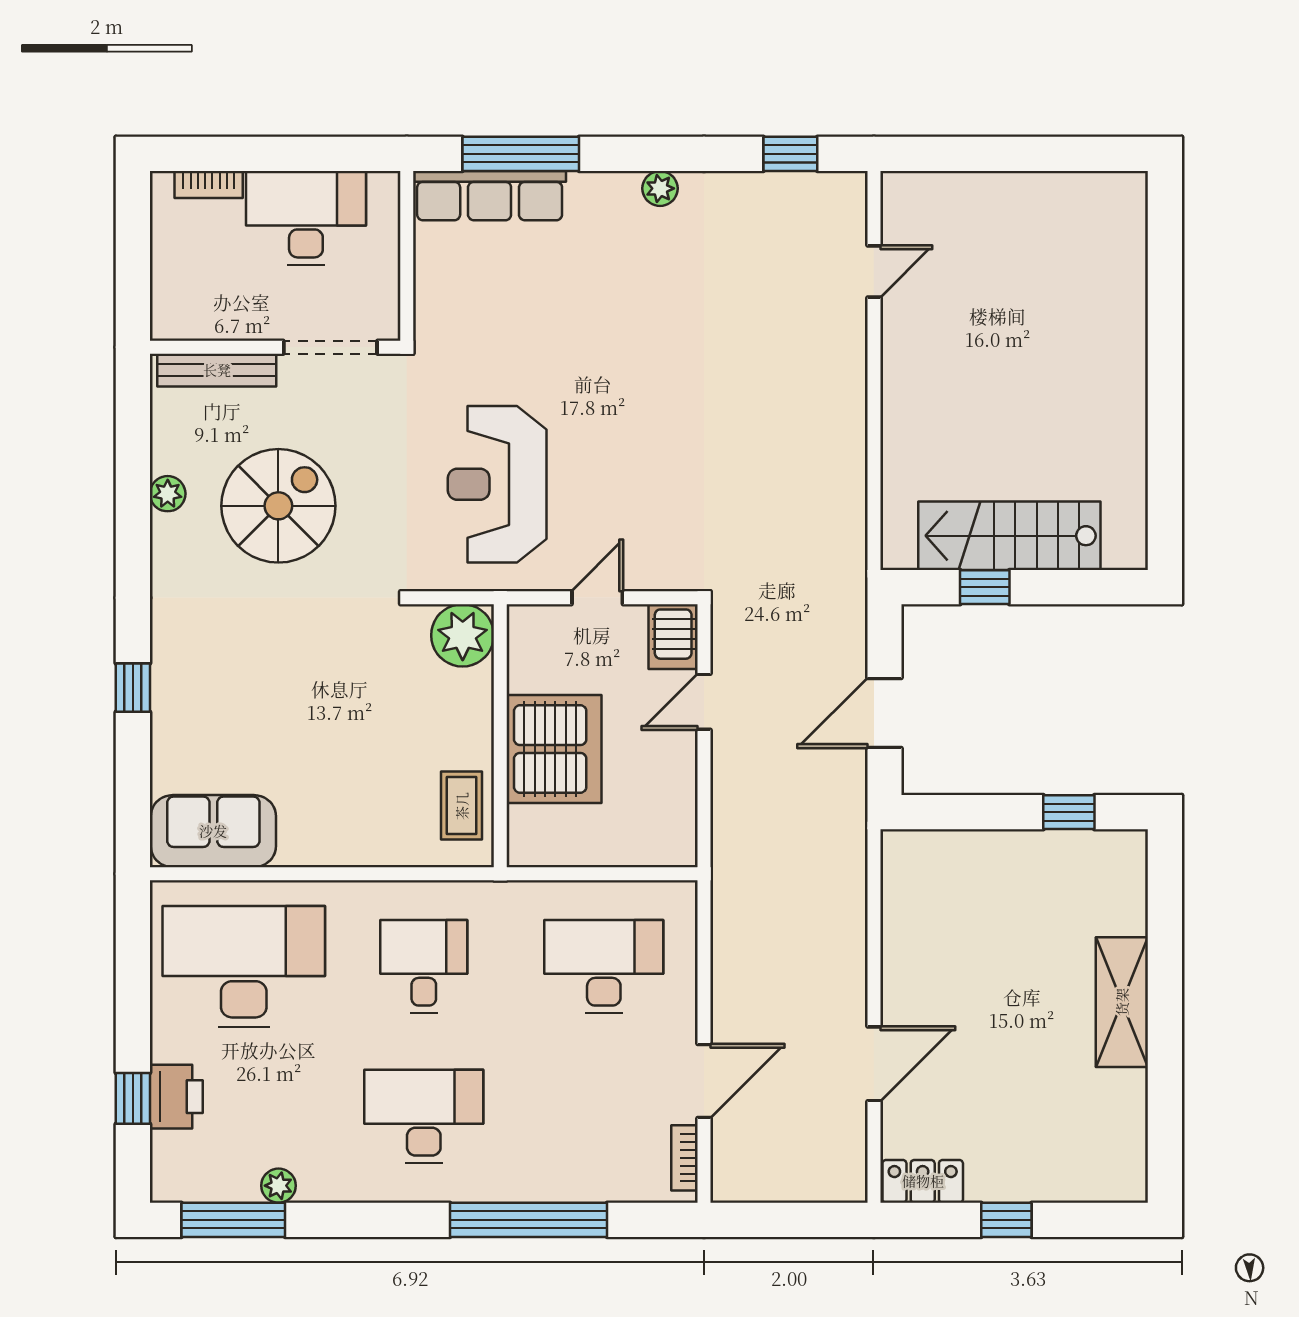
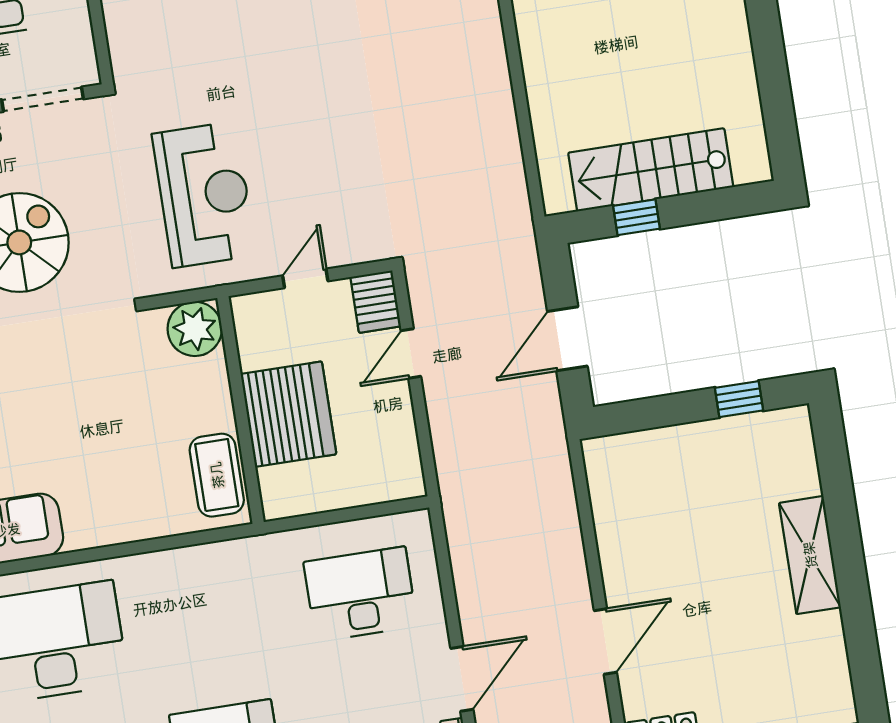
reception desk: (497, 484) -> (204, 195), turned 180
coffee table: (462, 806) -> (217, 475), width x1.36, depth x1.30
desk: (424, 966) -> (206, 618), removed

